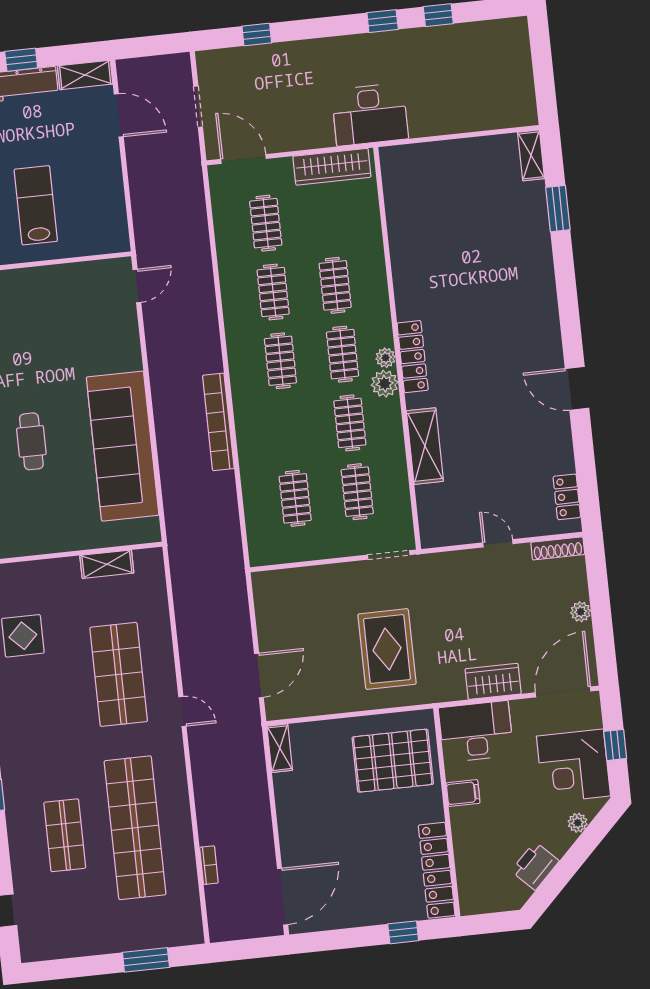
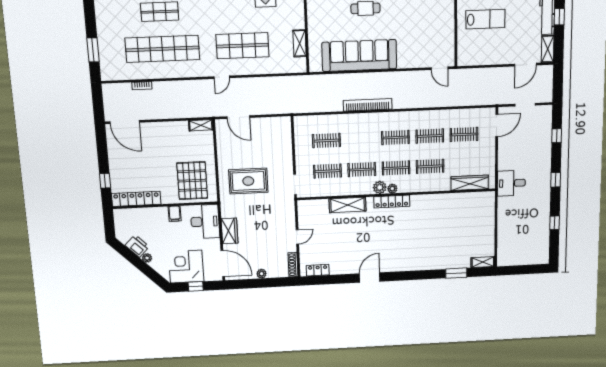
window: (383, 21) -> (556, 180), moved
desk: (370, 114) -> (511, 183), width x0.73
wardrobe: (332, 167) -> (470, 183), moved, turned 90
plant: (578, 823) -> (147, 258), moved

